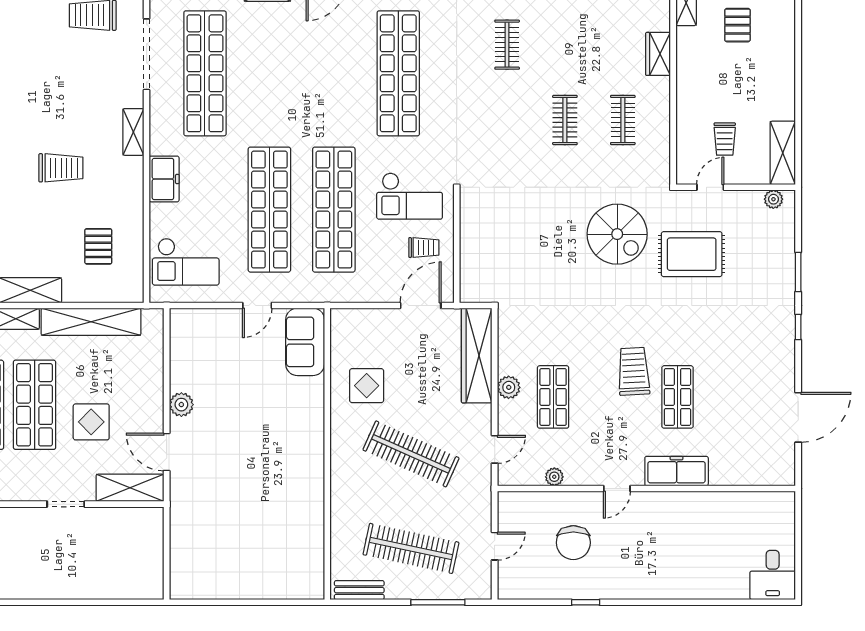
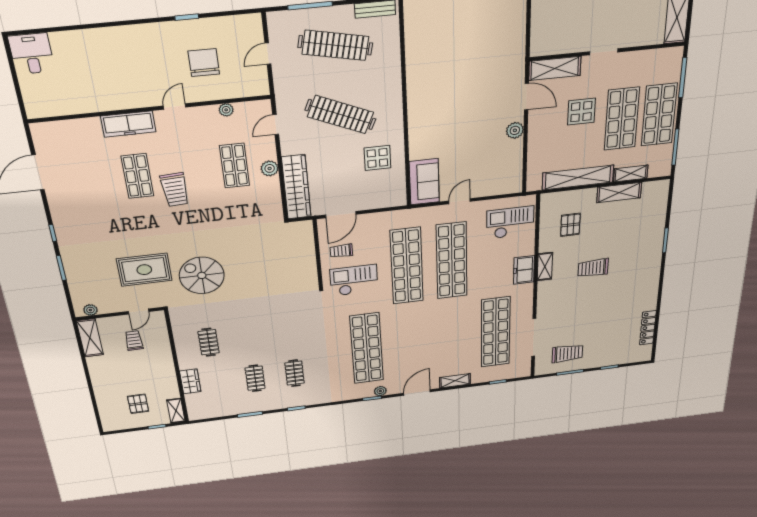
clothes rail: (565, 120) -> (255, 378), moved
shelving: (133, 132) -> (545, 266), moved

